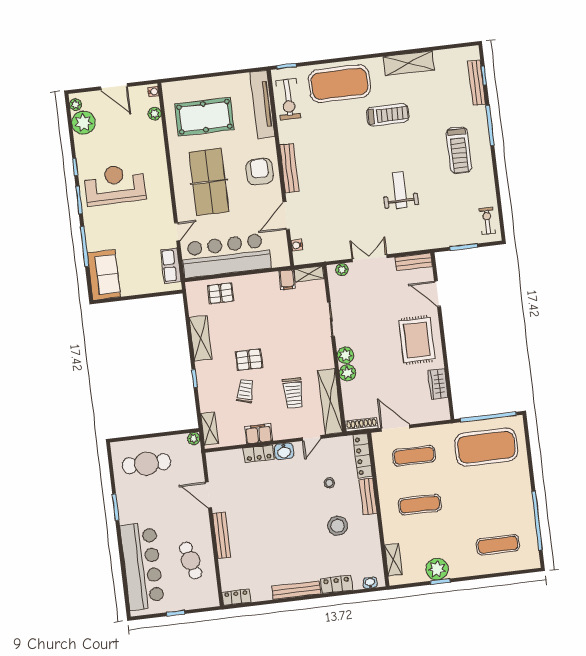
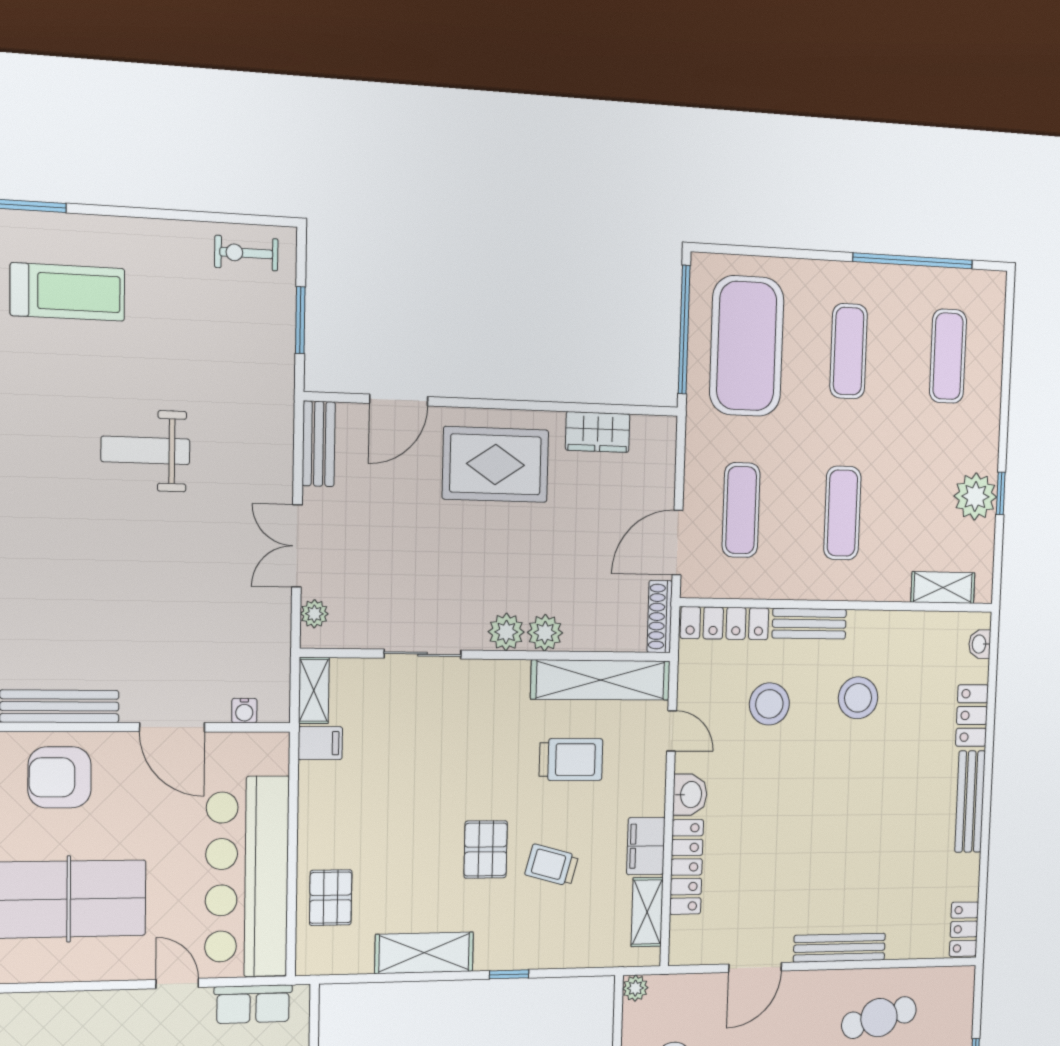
shelving: (210, 429) -> (647, 912), moved, turned 90
locker: (259, 454) -> (687, 867), width x1.53
stool: (329, 483) -> (769, 704), width x1.89, depth x1.89
exercise mat: (492, 496) -> (849, 351), added

